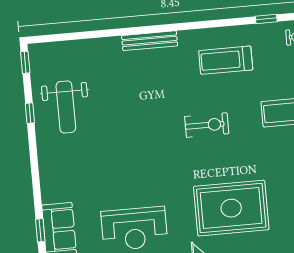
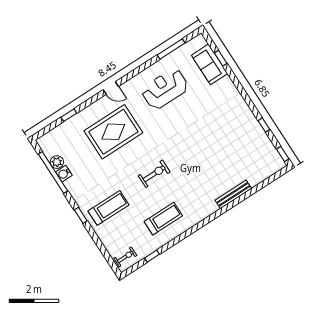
bench: (150, 41) -> (233, 194), moved
weight bench: (66, 107) -> (244, 140), removed
exercise bike: (207, 125) -> (154, 174), turned 180

